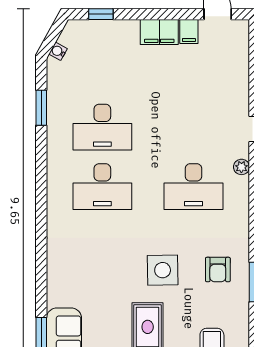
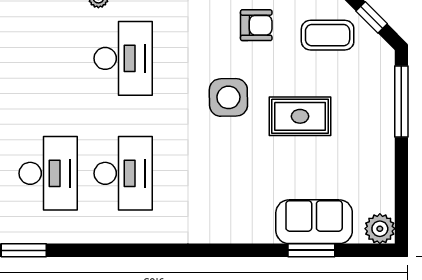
armchair: (218, 270) -> (256, 25), moved

